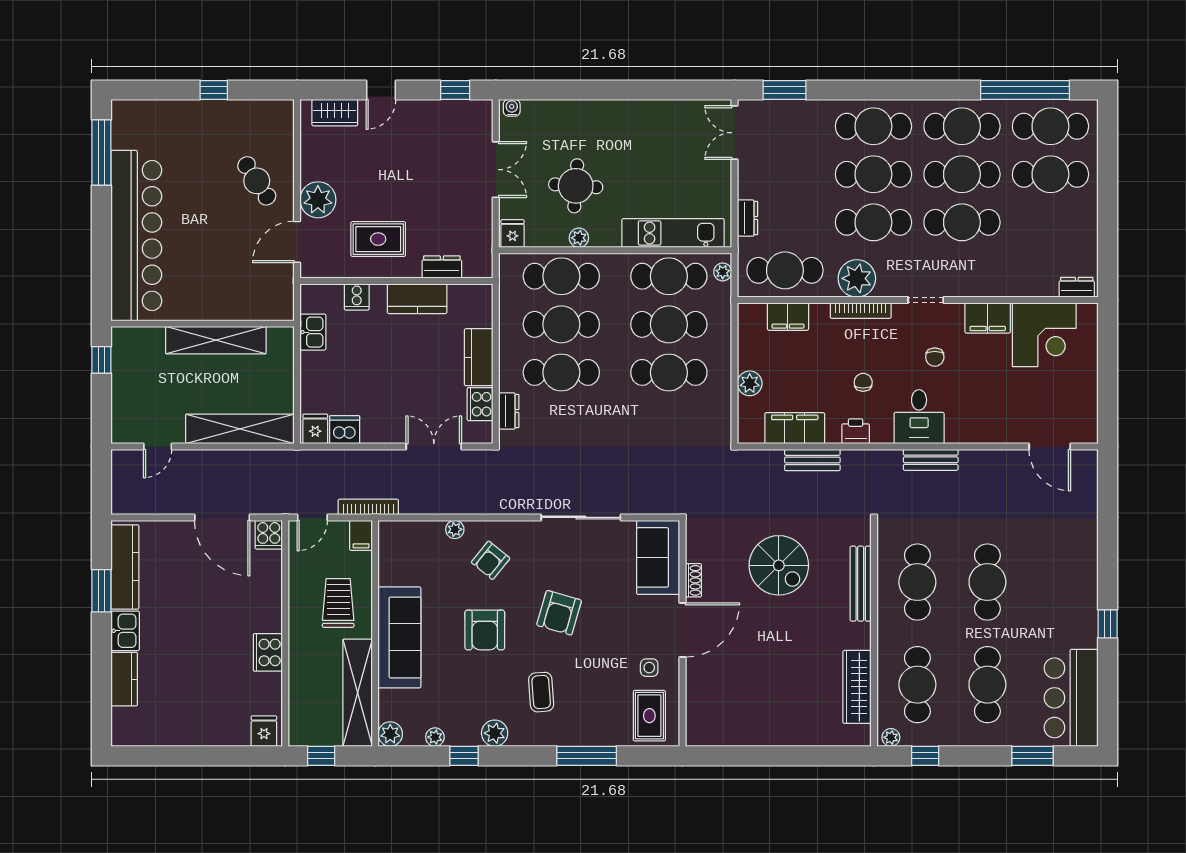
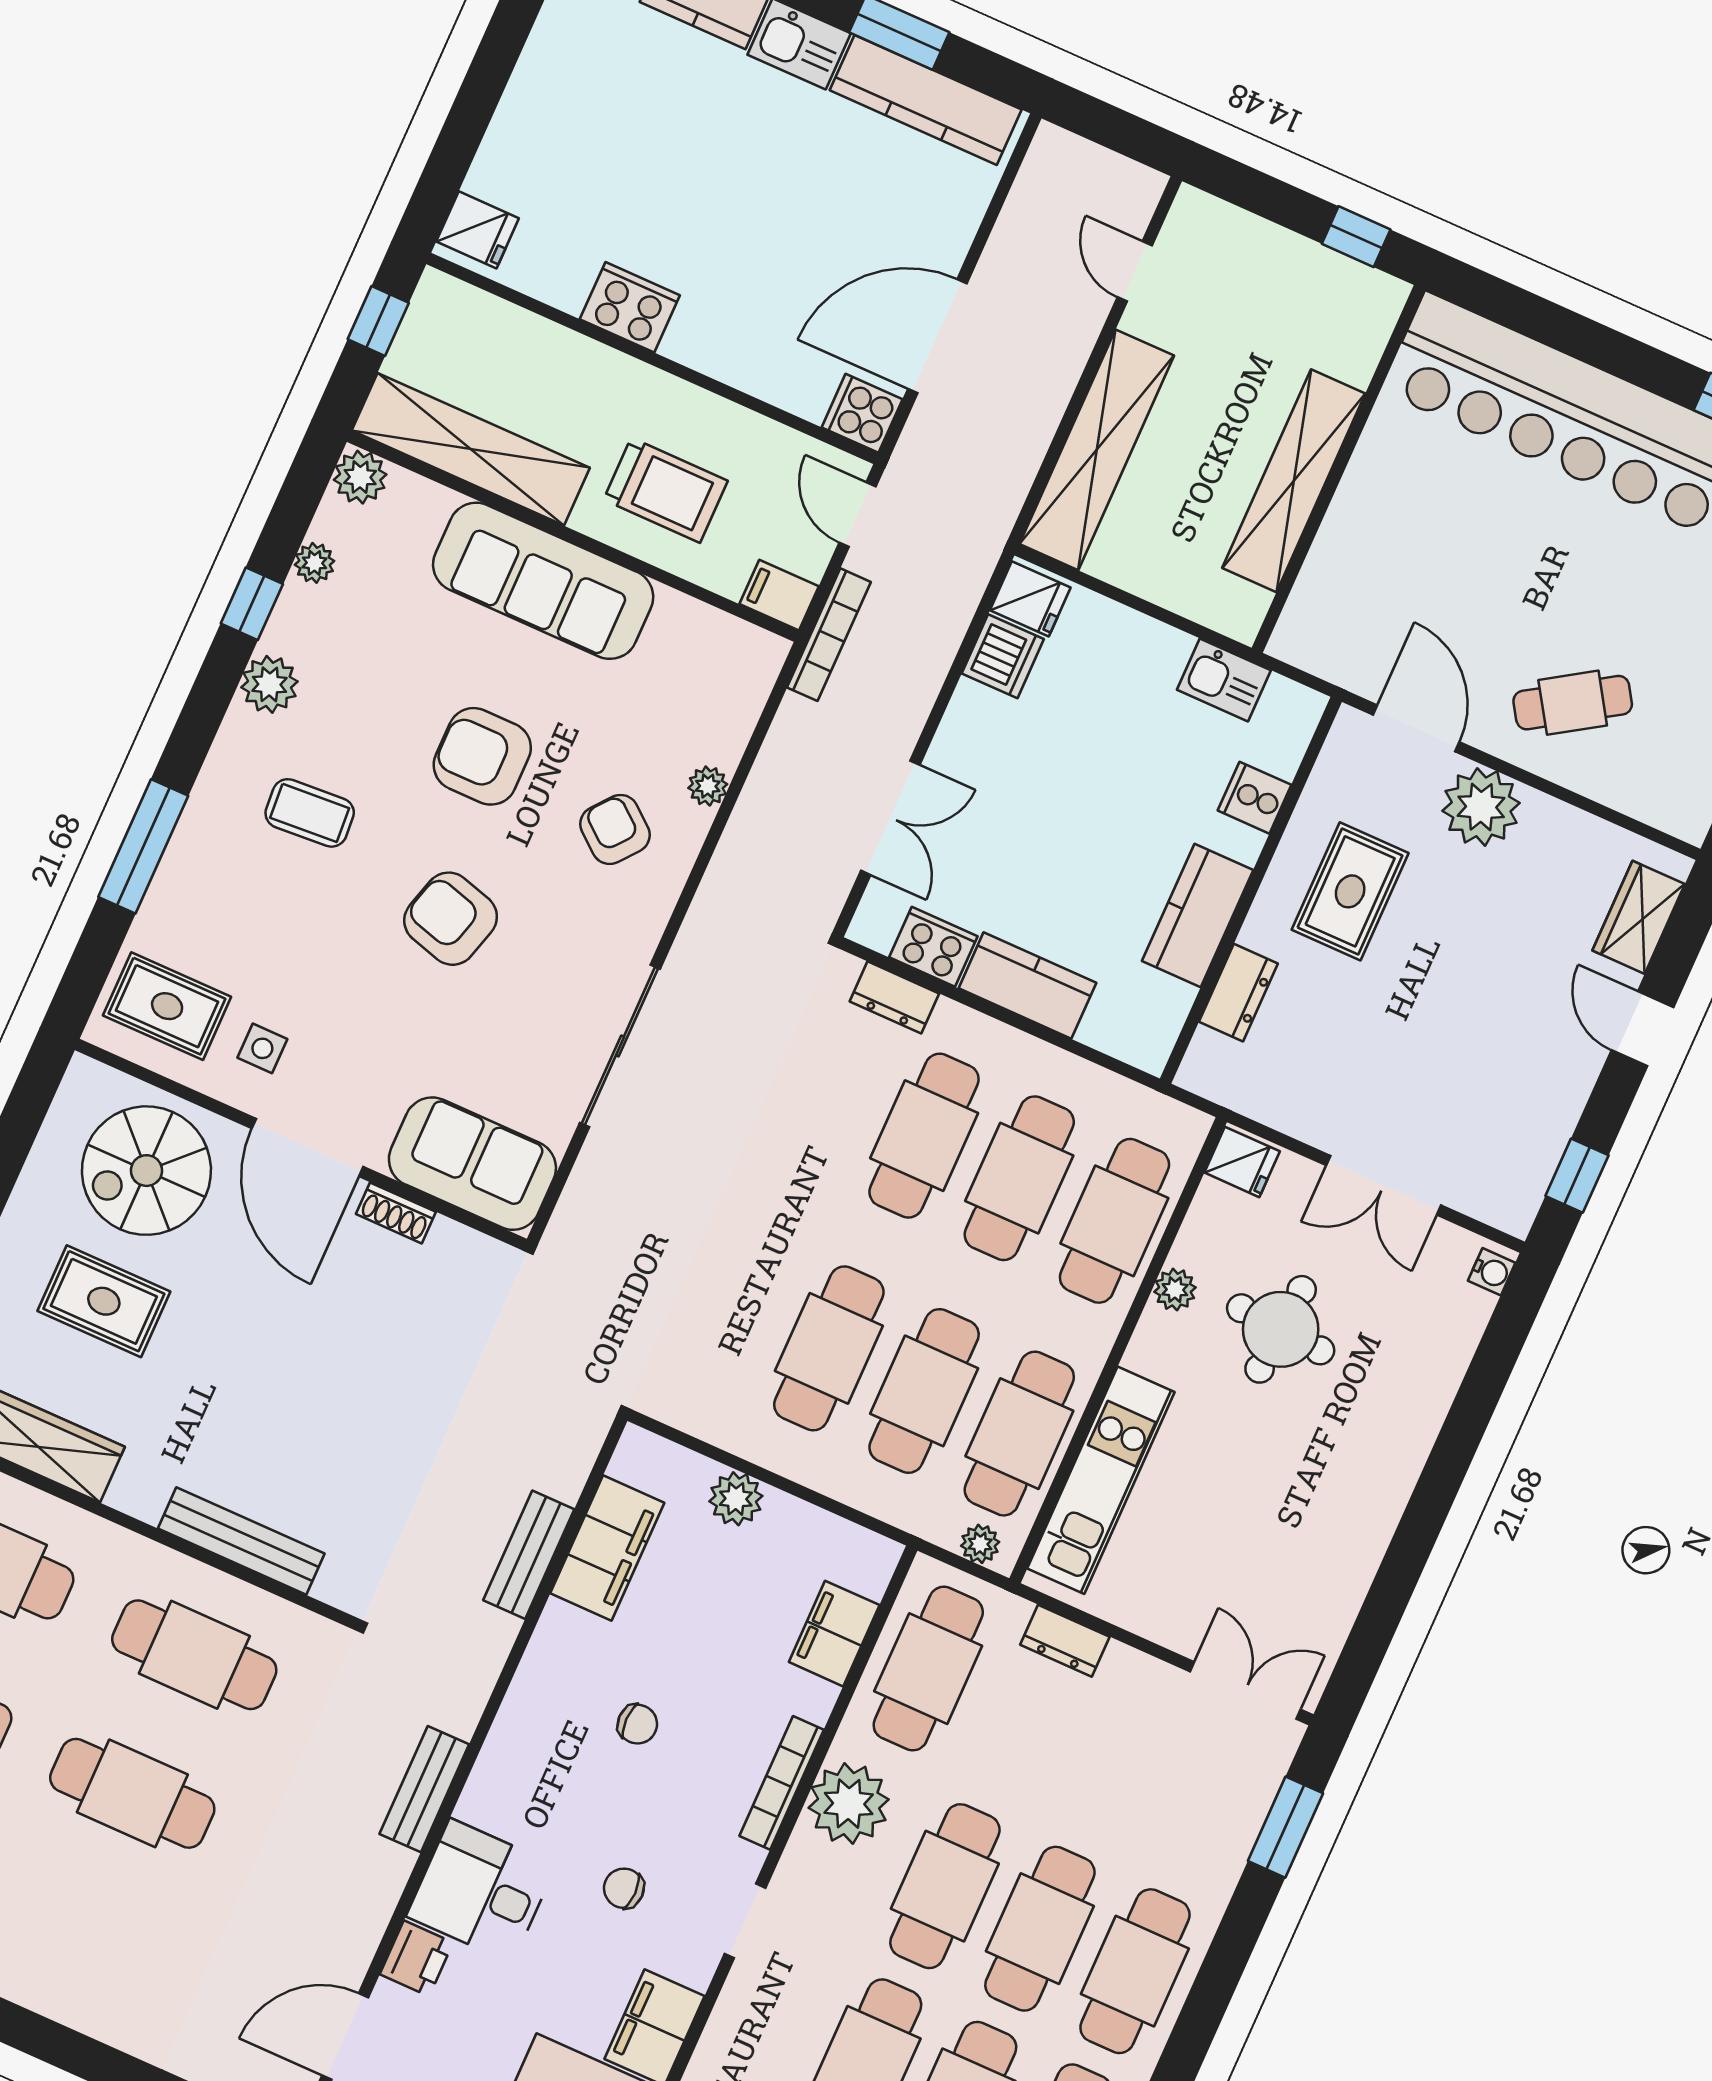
desk: (919, 417) -> (481, 1891), moved
printer: (856, 431) -> (416, 1958), moved
spiral stairs: (779, 565) -> (146, 1171), moved
rug: (786, 687) -> (104, 1301), added

